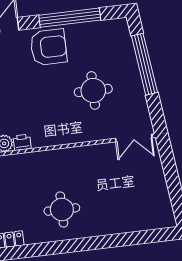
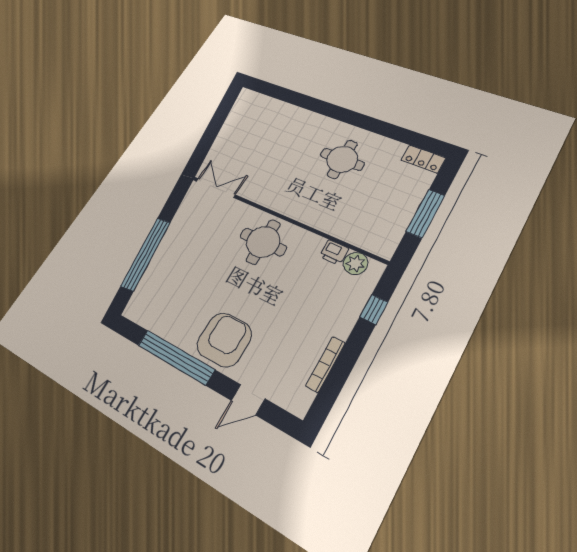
armchair: (48, 47) -> (224, 340), turned 90
round table: (93, 90) -> (263, 242), moved

